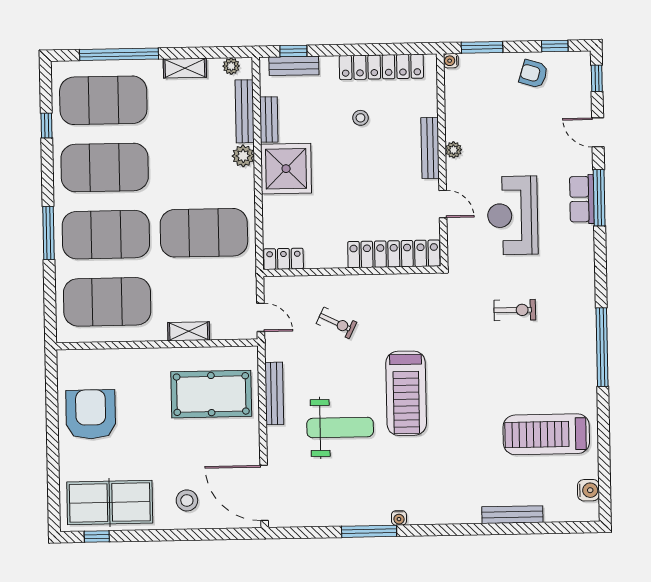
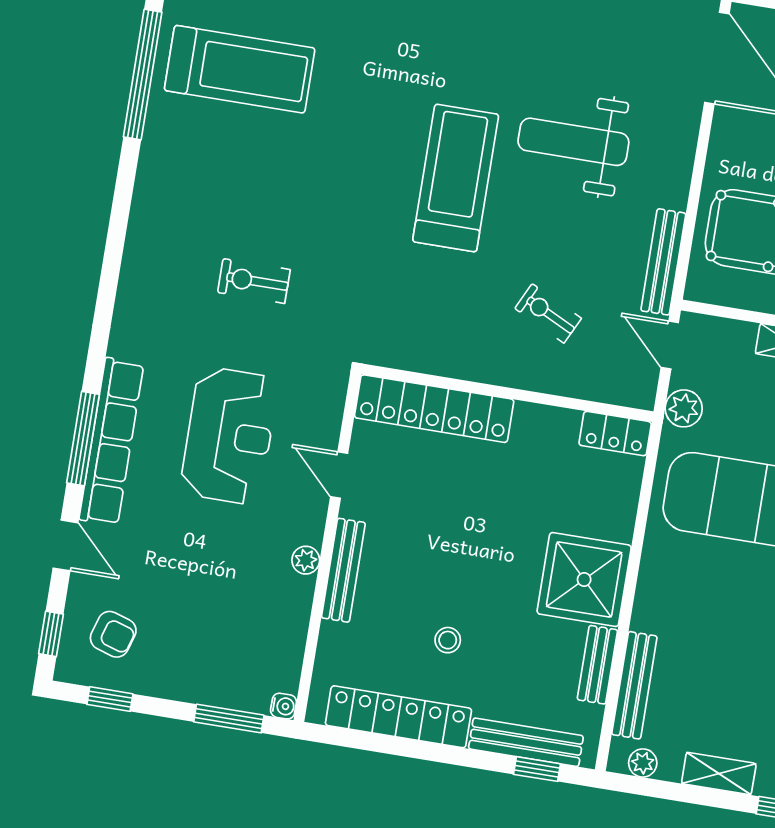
bench: (294, 66) -> (526, 742), width x1.36
armchair: (533, 74) -> (113, 634), moved
plant: (243, 156) -> (684, 408), moved
row of seats: (582, 199) -> (111, 442), width x2.02
window: (602, 347) -> (143, 74), moved
bench: (274, 393) -> (663, 262), moved

